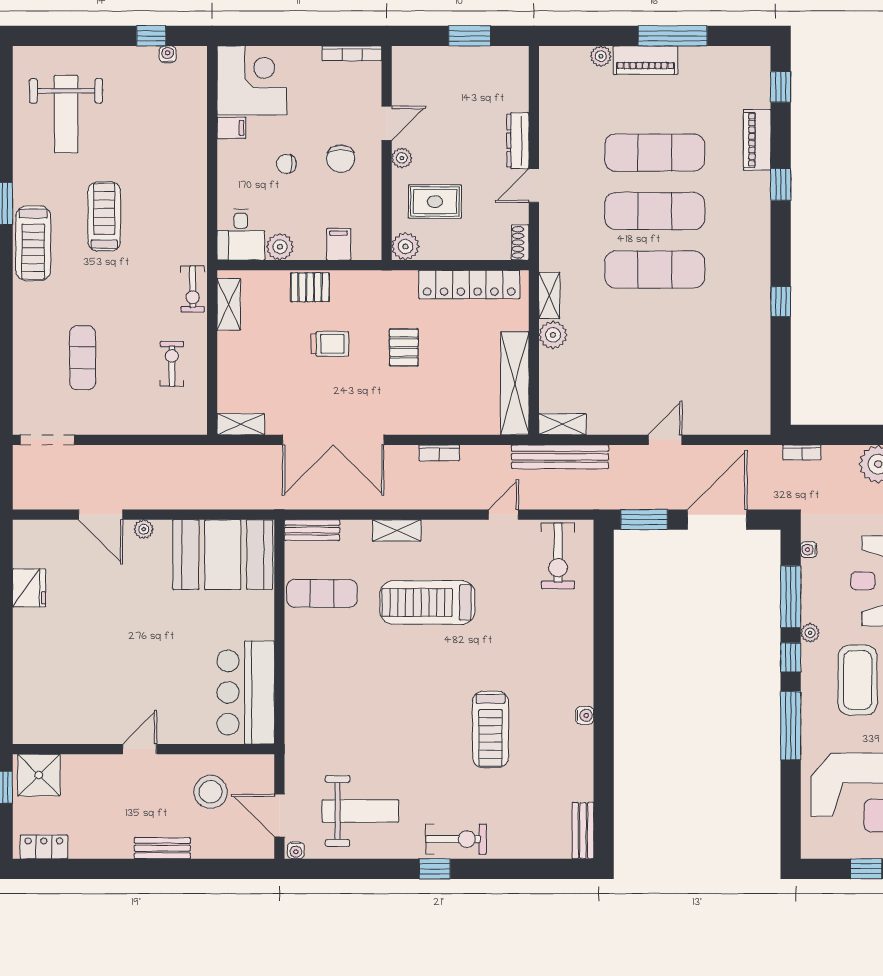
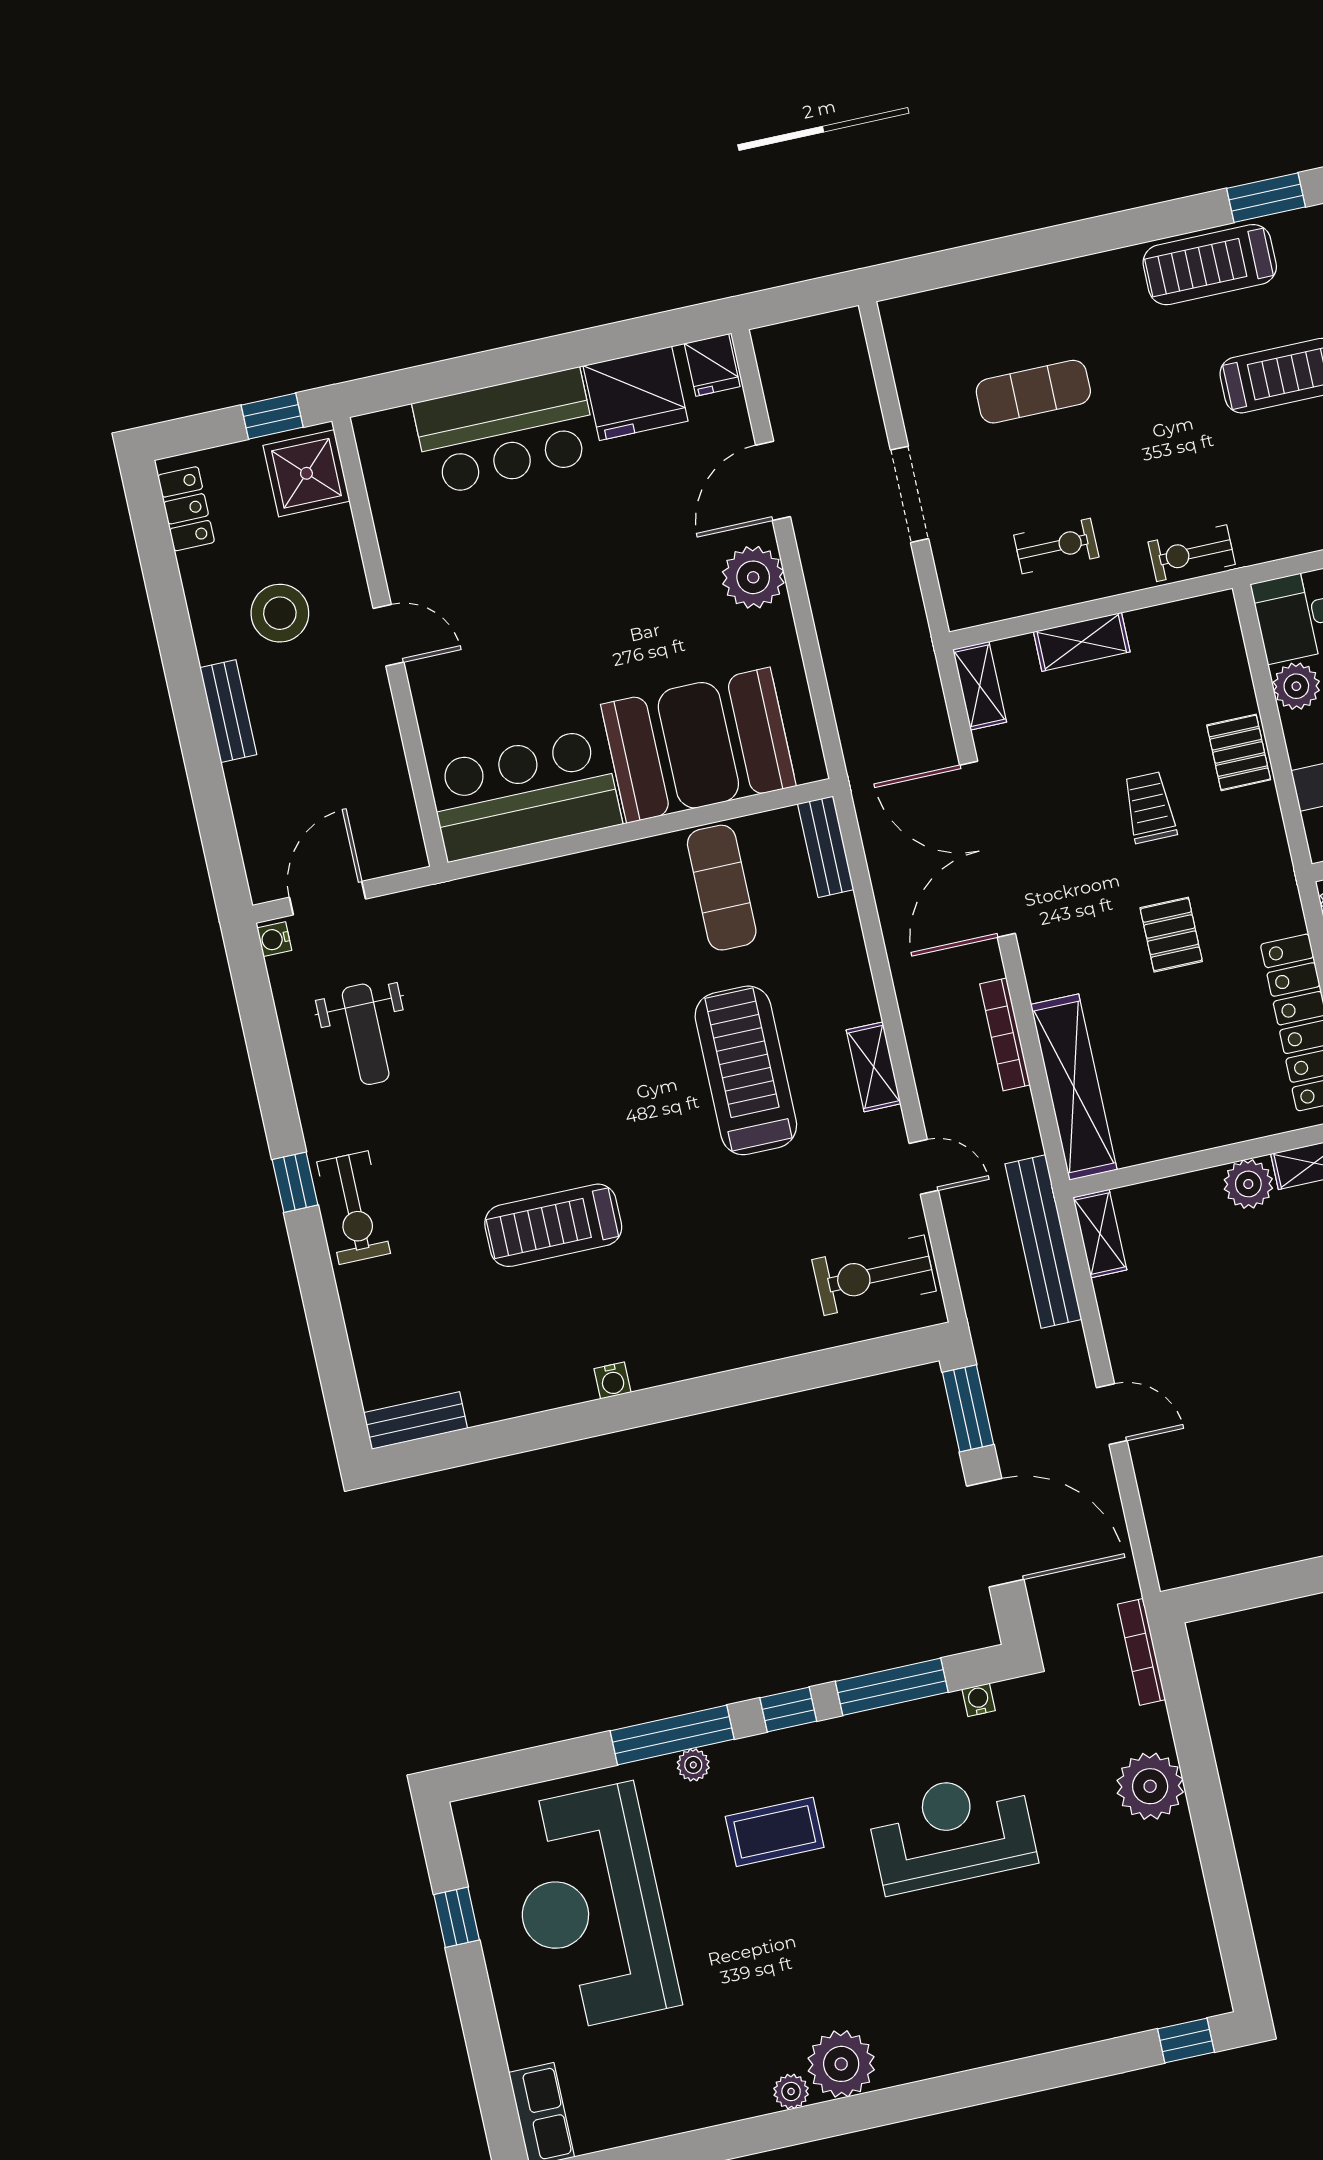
shelving: (229, 304) -> (1082, 642), moved
trolley: (330, 344) -> (1150, 807), turned 180
pallet: (404, 347) -> (1171, 935), turned 90
shelving: (515, 383) -> (1074, 1087), moved, turned 90
doorway: (47, 440) -> (909, 494), moved
bookcase: (802, 452) -> (1142, 1652), width x1.56
bookcase: (439, 453) -> (1005, 1034), width x1.56
plant: (144, 529) -> (753, 577), width x1.88, depth x1.88
shelving: (397, 530) -> (874, 1067), moved
fridge: (28, 534) -> (712, 365), added
booth: (223, 555) -> (698, 745), moved, turned 90
fridge: (29, 588) -> (635, 393), width x1.36, depth x1.34
plant: (810, 633) -> (693, 1765), moved
bar counter: (40, 658) -> (506, 432), added
coffee table: (858, 680) -> (775, 1832), width x0.73, depth x0.76
stool: (211, 792) -> (280, 613), moved
weight bench: (360, 811) -> (366, 1034), width x0.73, depth x0.75

